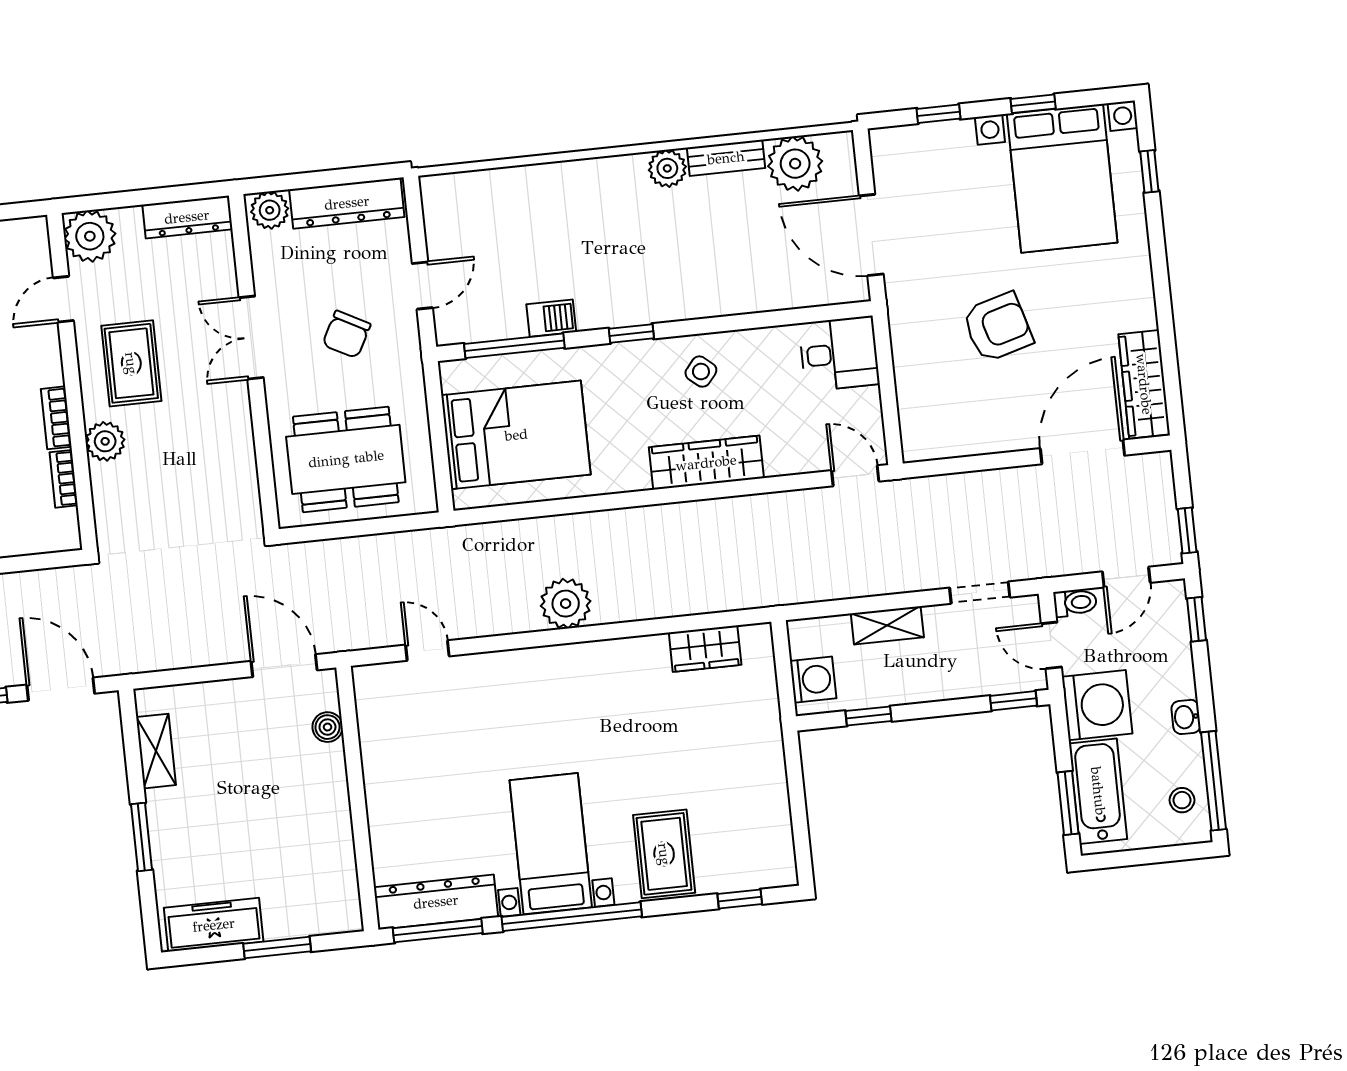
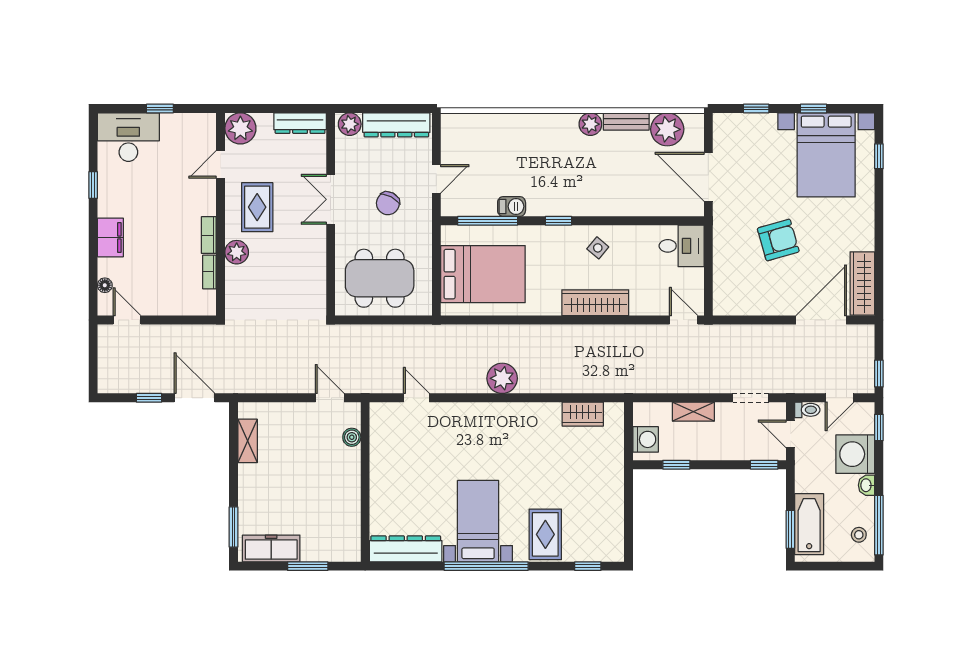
door: (284, 666) -> (330, 398), width x0.73
washing machine: (1097, 705) -> (855, 454), moved, turned 180
window: (141, 837) -> (233, 527), moved
window: (438, 931) -> (405, 566), removed

